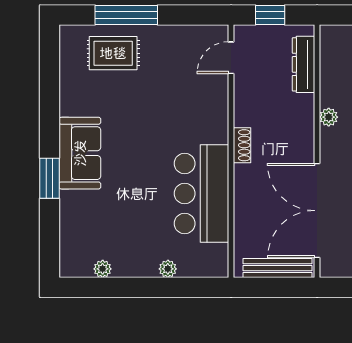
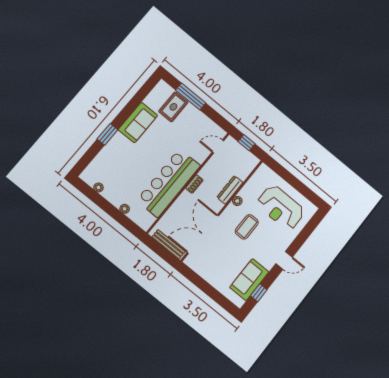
rug: (113, 53) -> (173, 107), turned 90
dresser: (304, 64) -> (230, 190), moved
sofa: (80, 153) -> (138, 123), moved
bar counter: (201, 193) -> (169, 183), width x1.36

